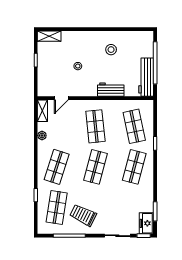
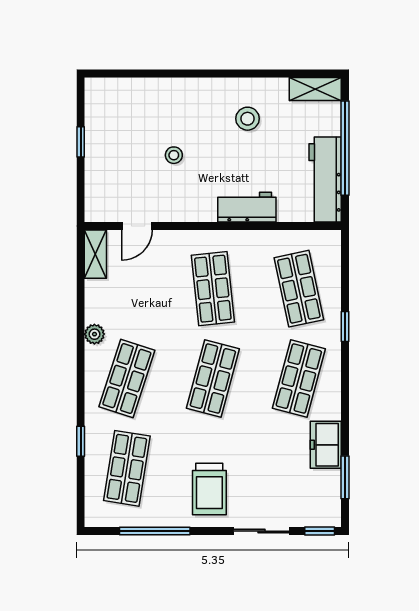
shelving: (49, 36) -> (315, 89), moved
plant: (42, 135) -> (94, 334), moved
trolley: (83, 215) -> (209, 489), moved, turned -116
freezer: (146, 223) -> (326, 445), moved

